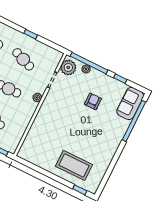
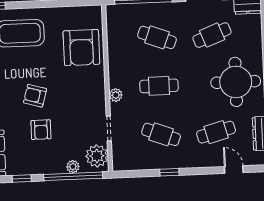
armchair: (85, 123) -> (35, 96), added
armchair: (42, 137) -> (81, 48), added

